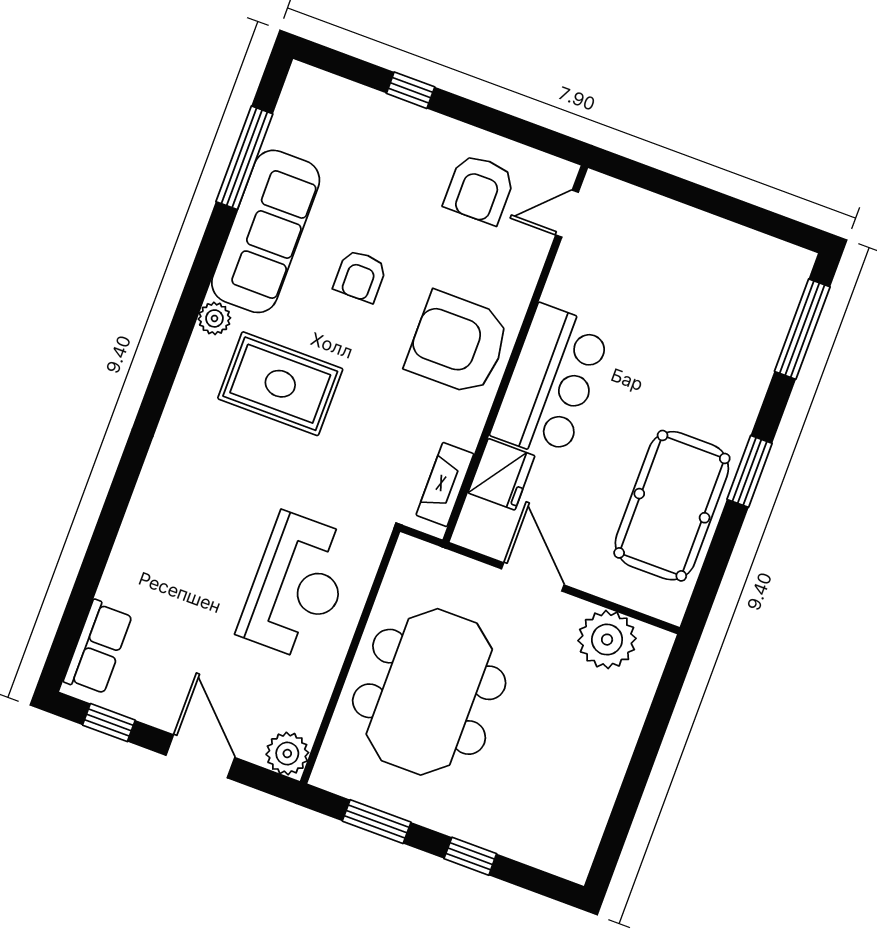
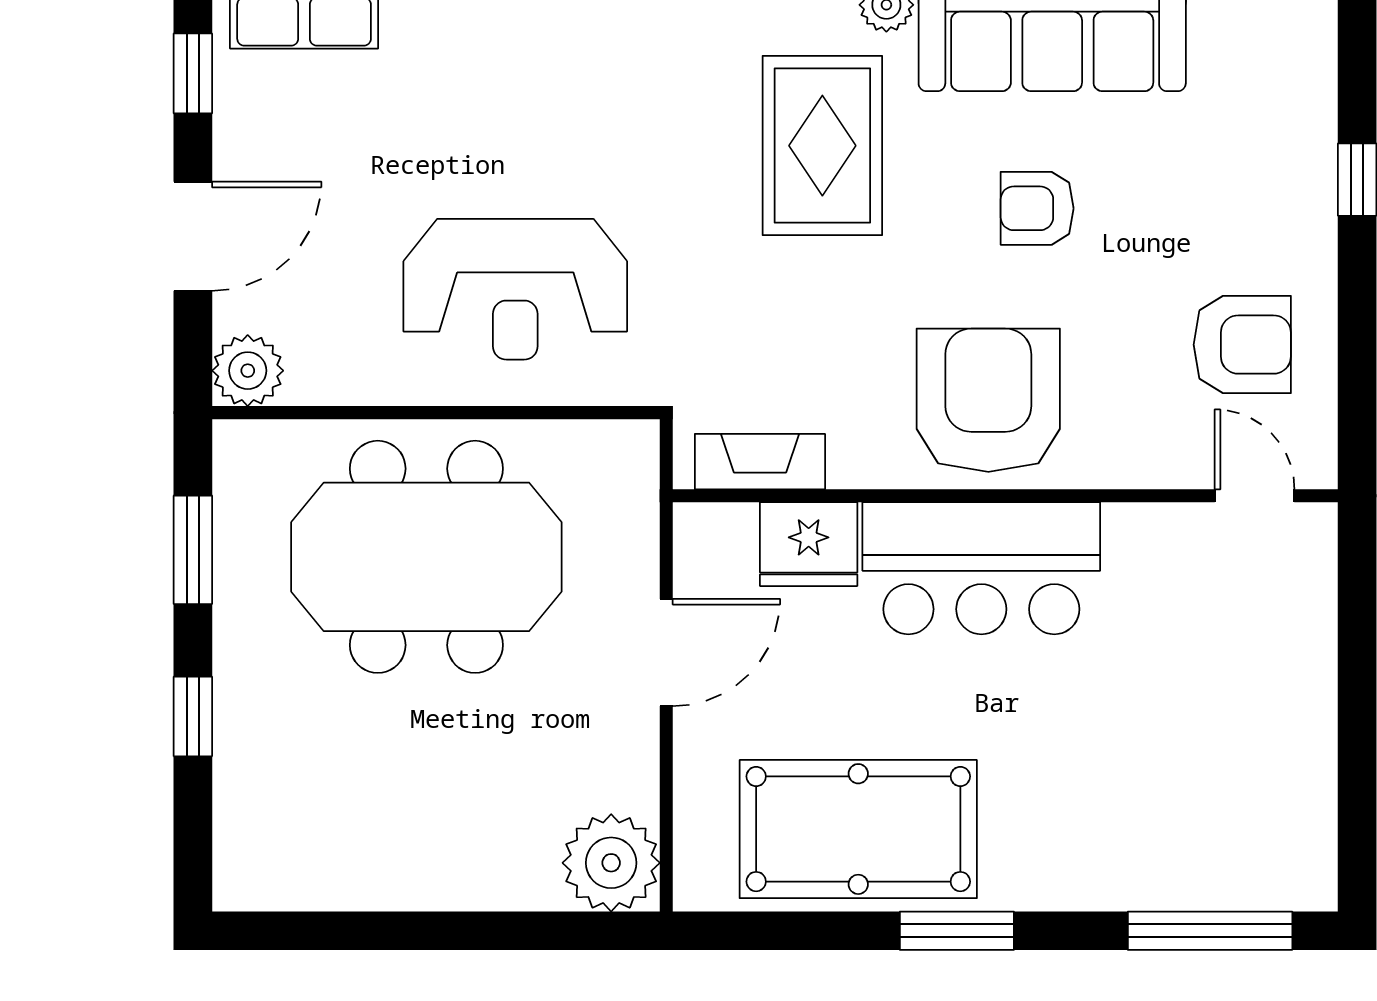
armchair: (479, 189) -> (1242, 345), turned 180
plant: (607, 640) -> (611, 863), moved

